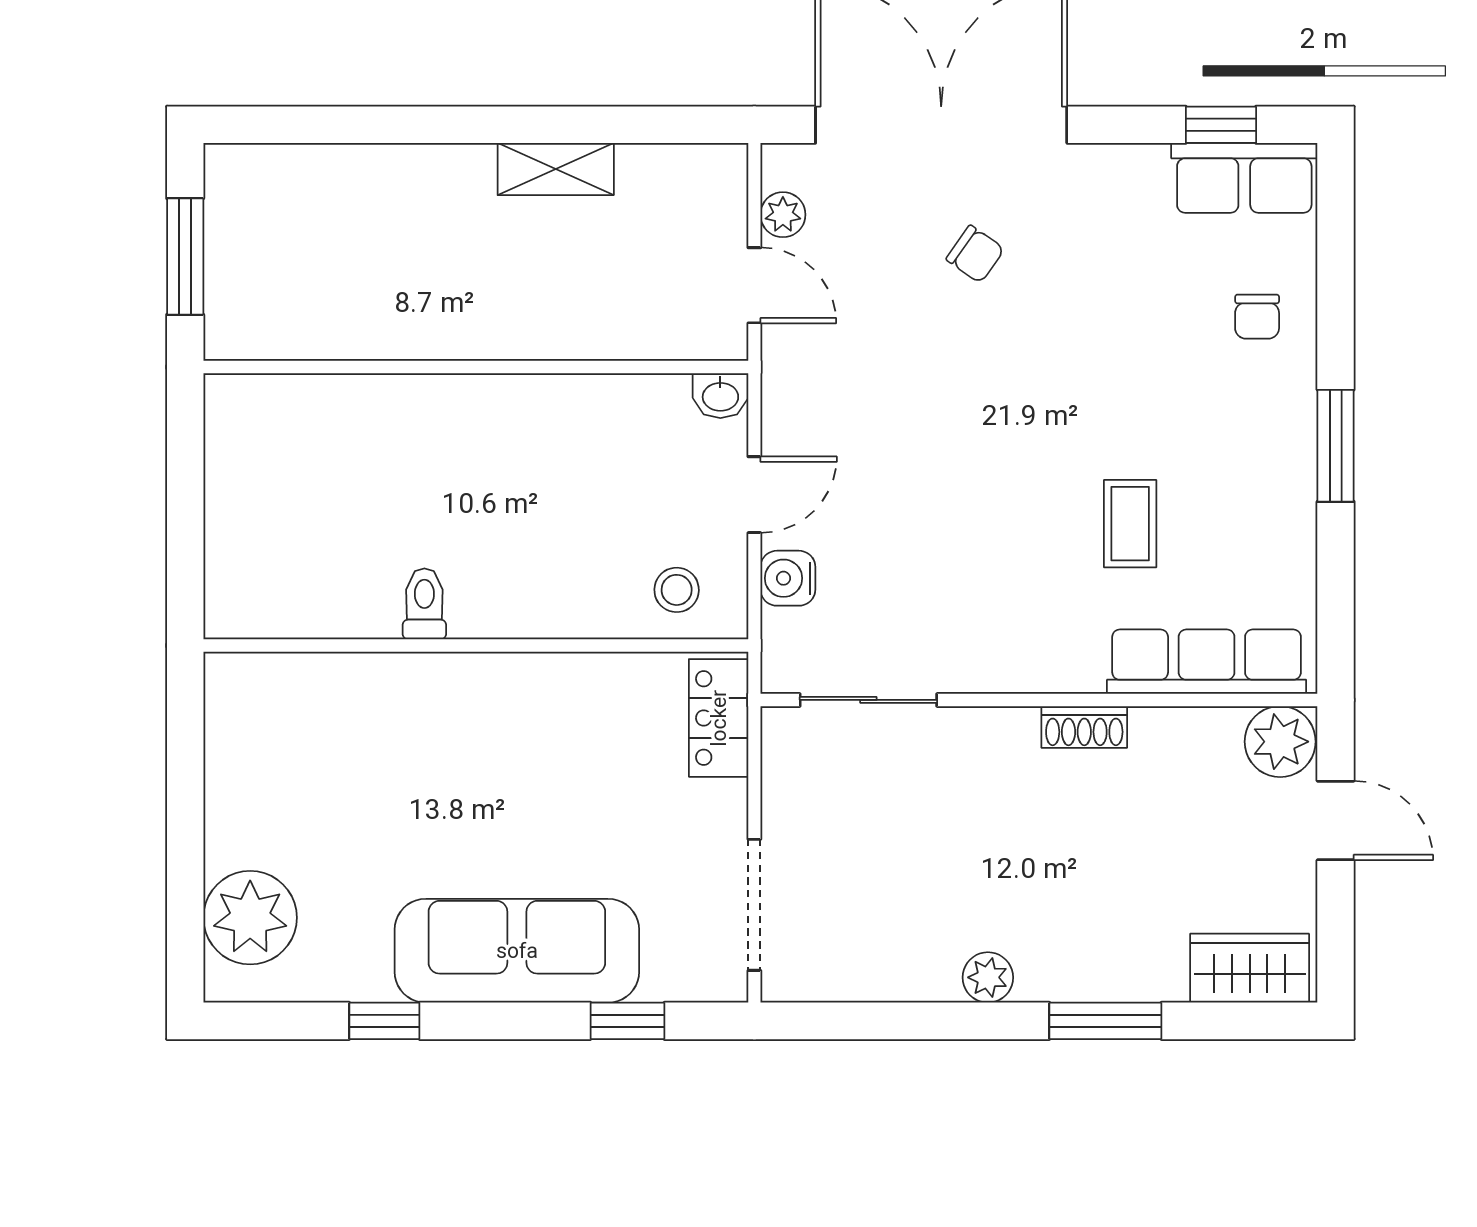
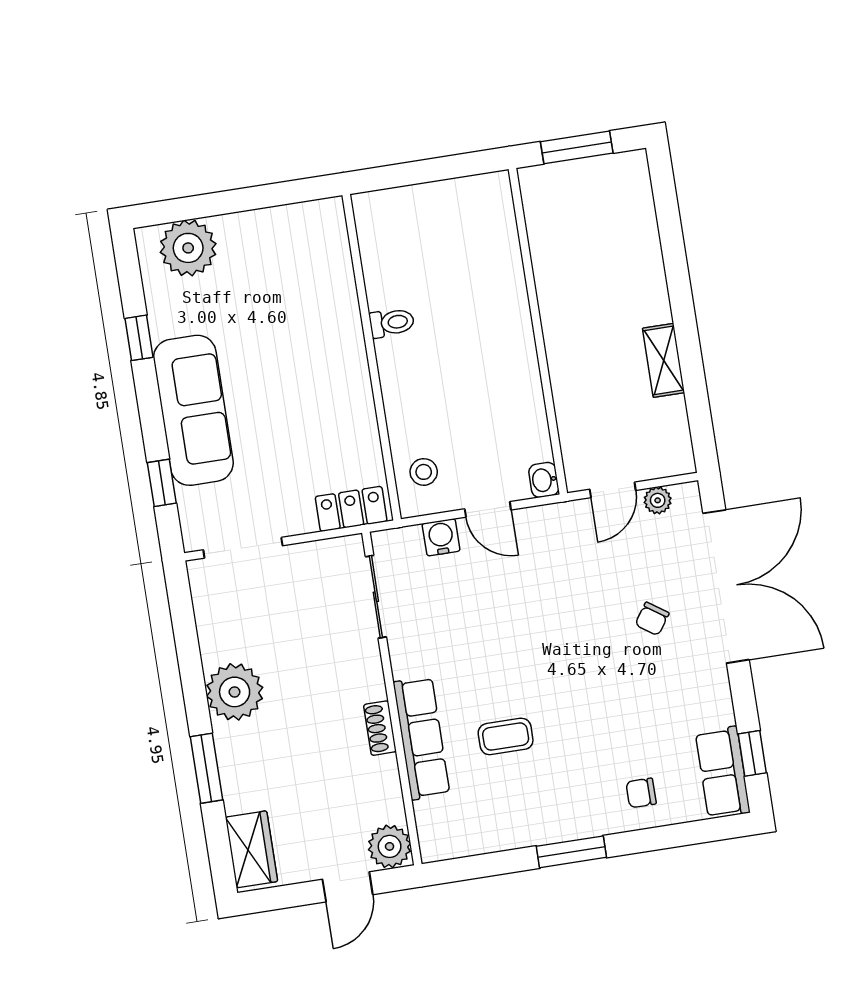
row of seats: (1207, 662) -> (421, 738), moved
plant: (988, 977) -> (235, 692), width x1.87, depth x1.87

